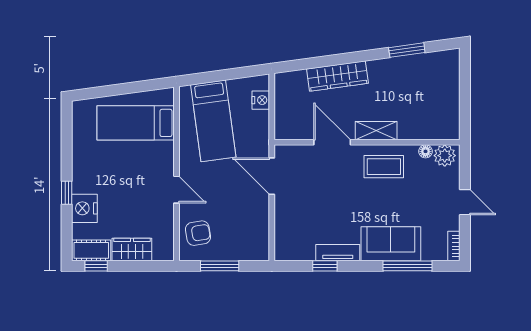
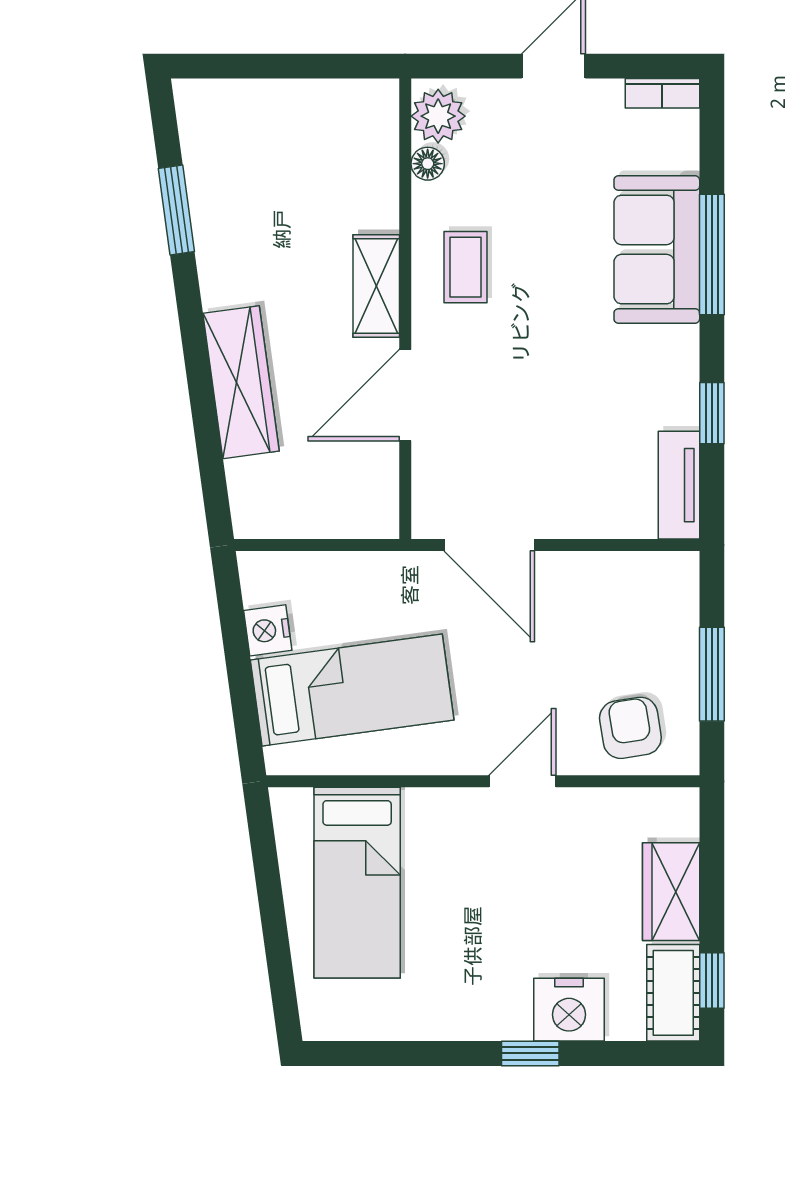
nightstand: (261, 100) -> (268, 630), moved, turned -98
coffee table: (384, 167) -> (466, 267), width x0.73, depth x0.77
door: (272, 176) -> (489, 545), hinge flipped
tv unit: (338, 253) -> (679, 485), moved
window: (407, 266) -> (712, 254), moved

